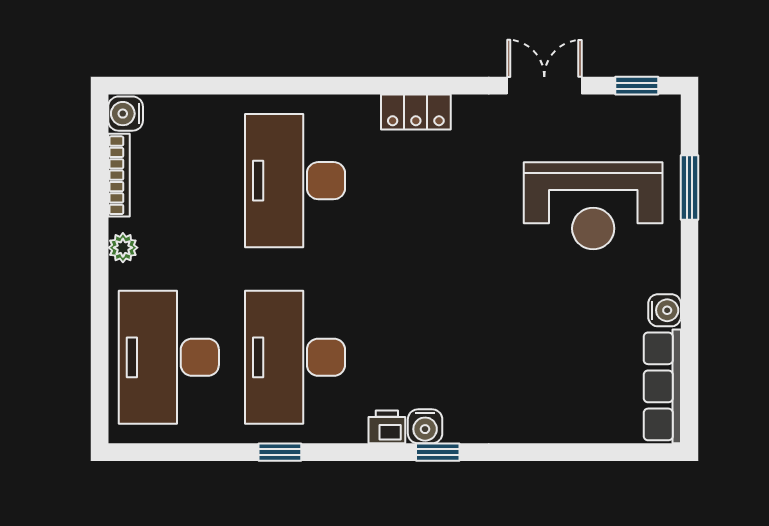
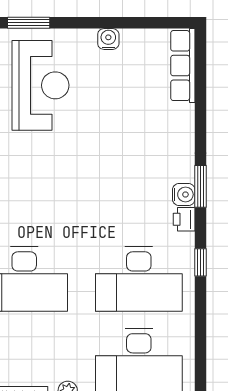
row of seats: (662, 386) -> (183, 66), moved, turned 90
window: (280, 452) -> (200, 262), moved
window: (438, 452) -> (200, 186), width x1.50

